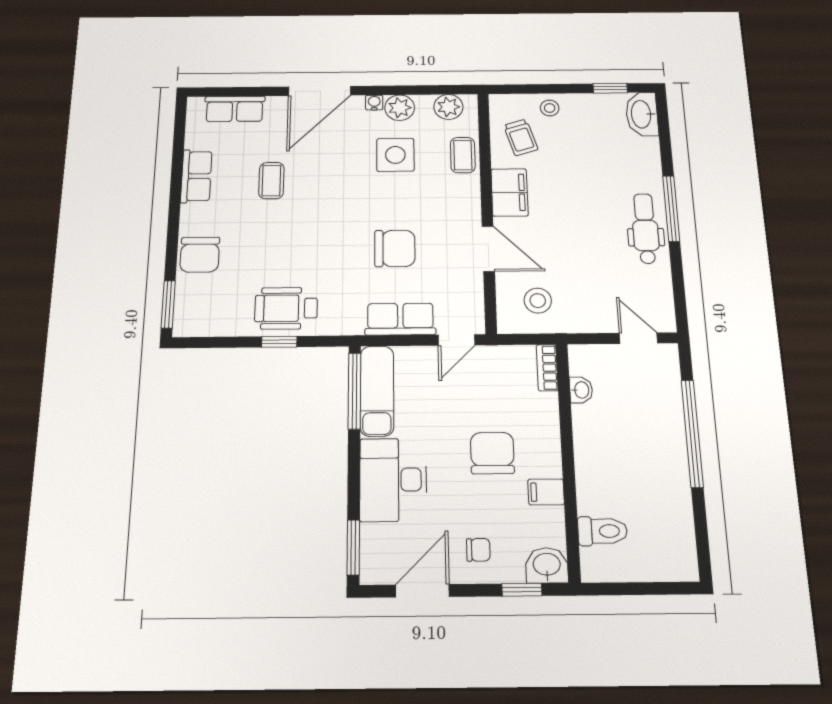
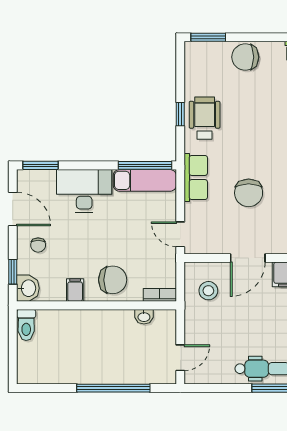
row of seats: (400, 319) -> (196, 177), moved
chair: (492, 453) -> (113, 280), moved
toilet: (603, 531) -> (26, 325), moved

